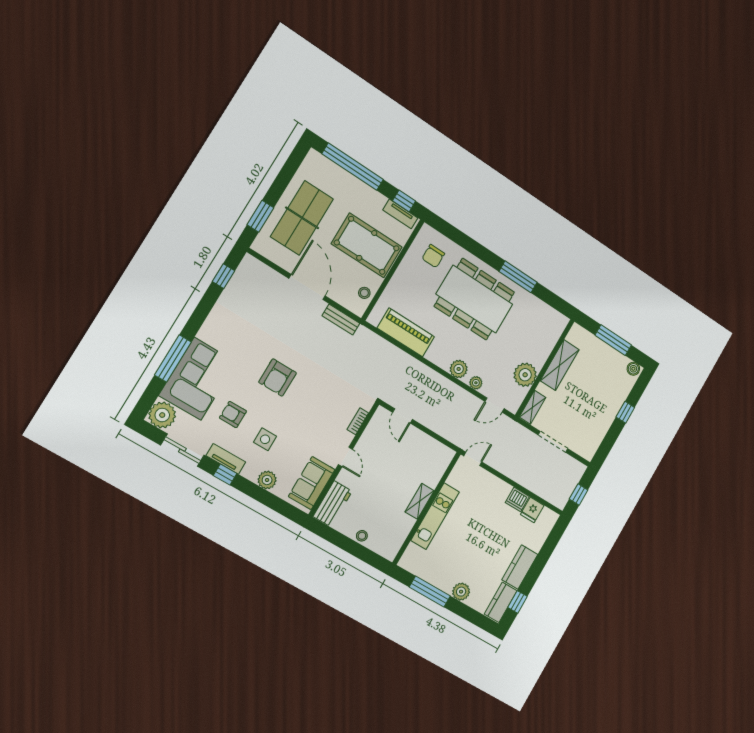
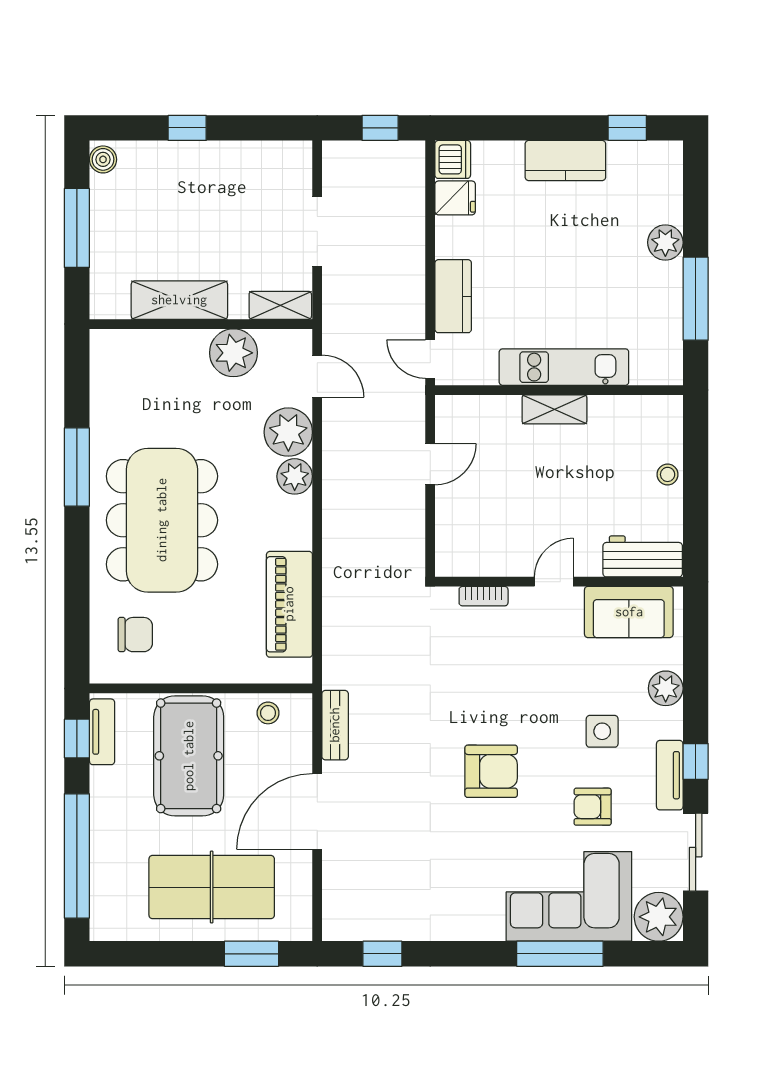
plant: (476, 383) -> (288, 432), width x1.87, depth x1.87
armchair: (233, 415) -> (593, 807), turned 90
door: (403, 416) -> (430, 464), moved
dishwasher: (517, 499) -> (453, 159), moved
kitchen counter: (501, 602) -> (453, 296), moved, turned -90

